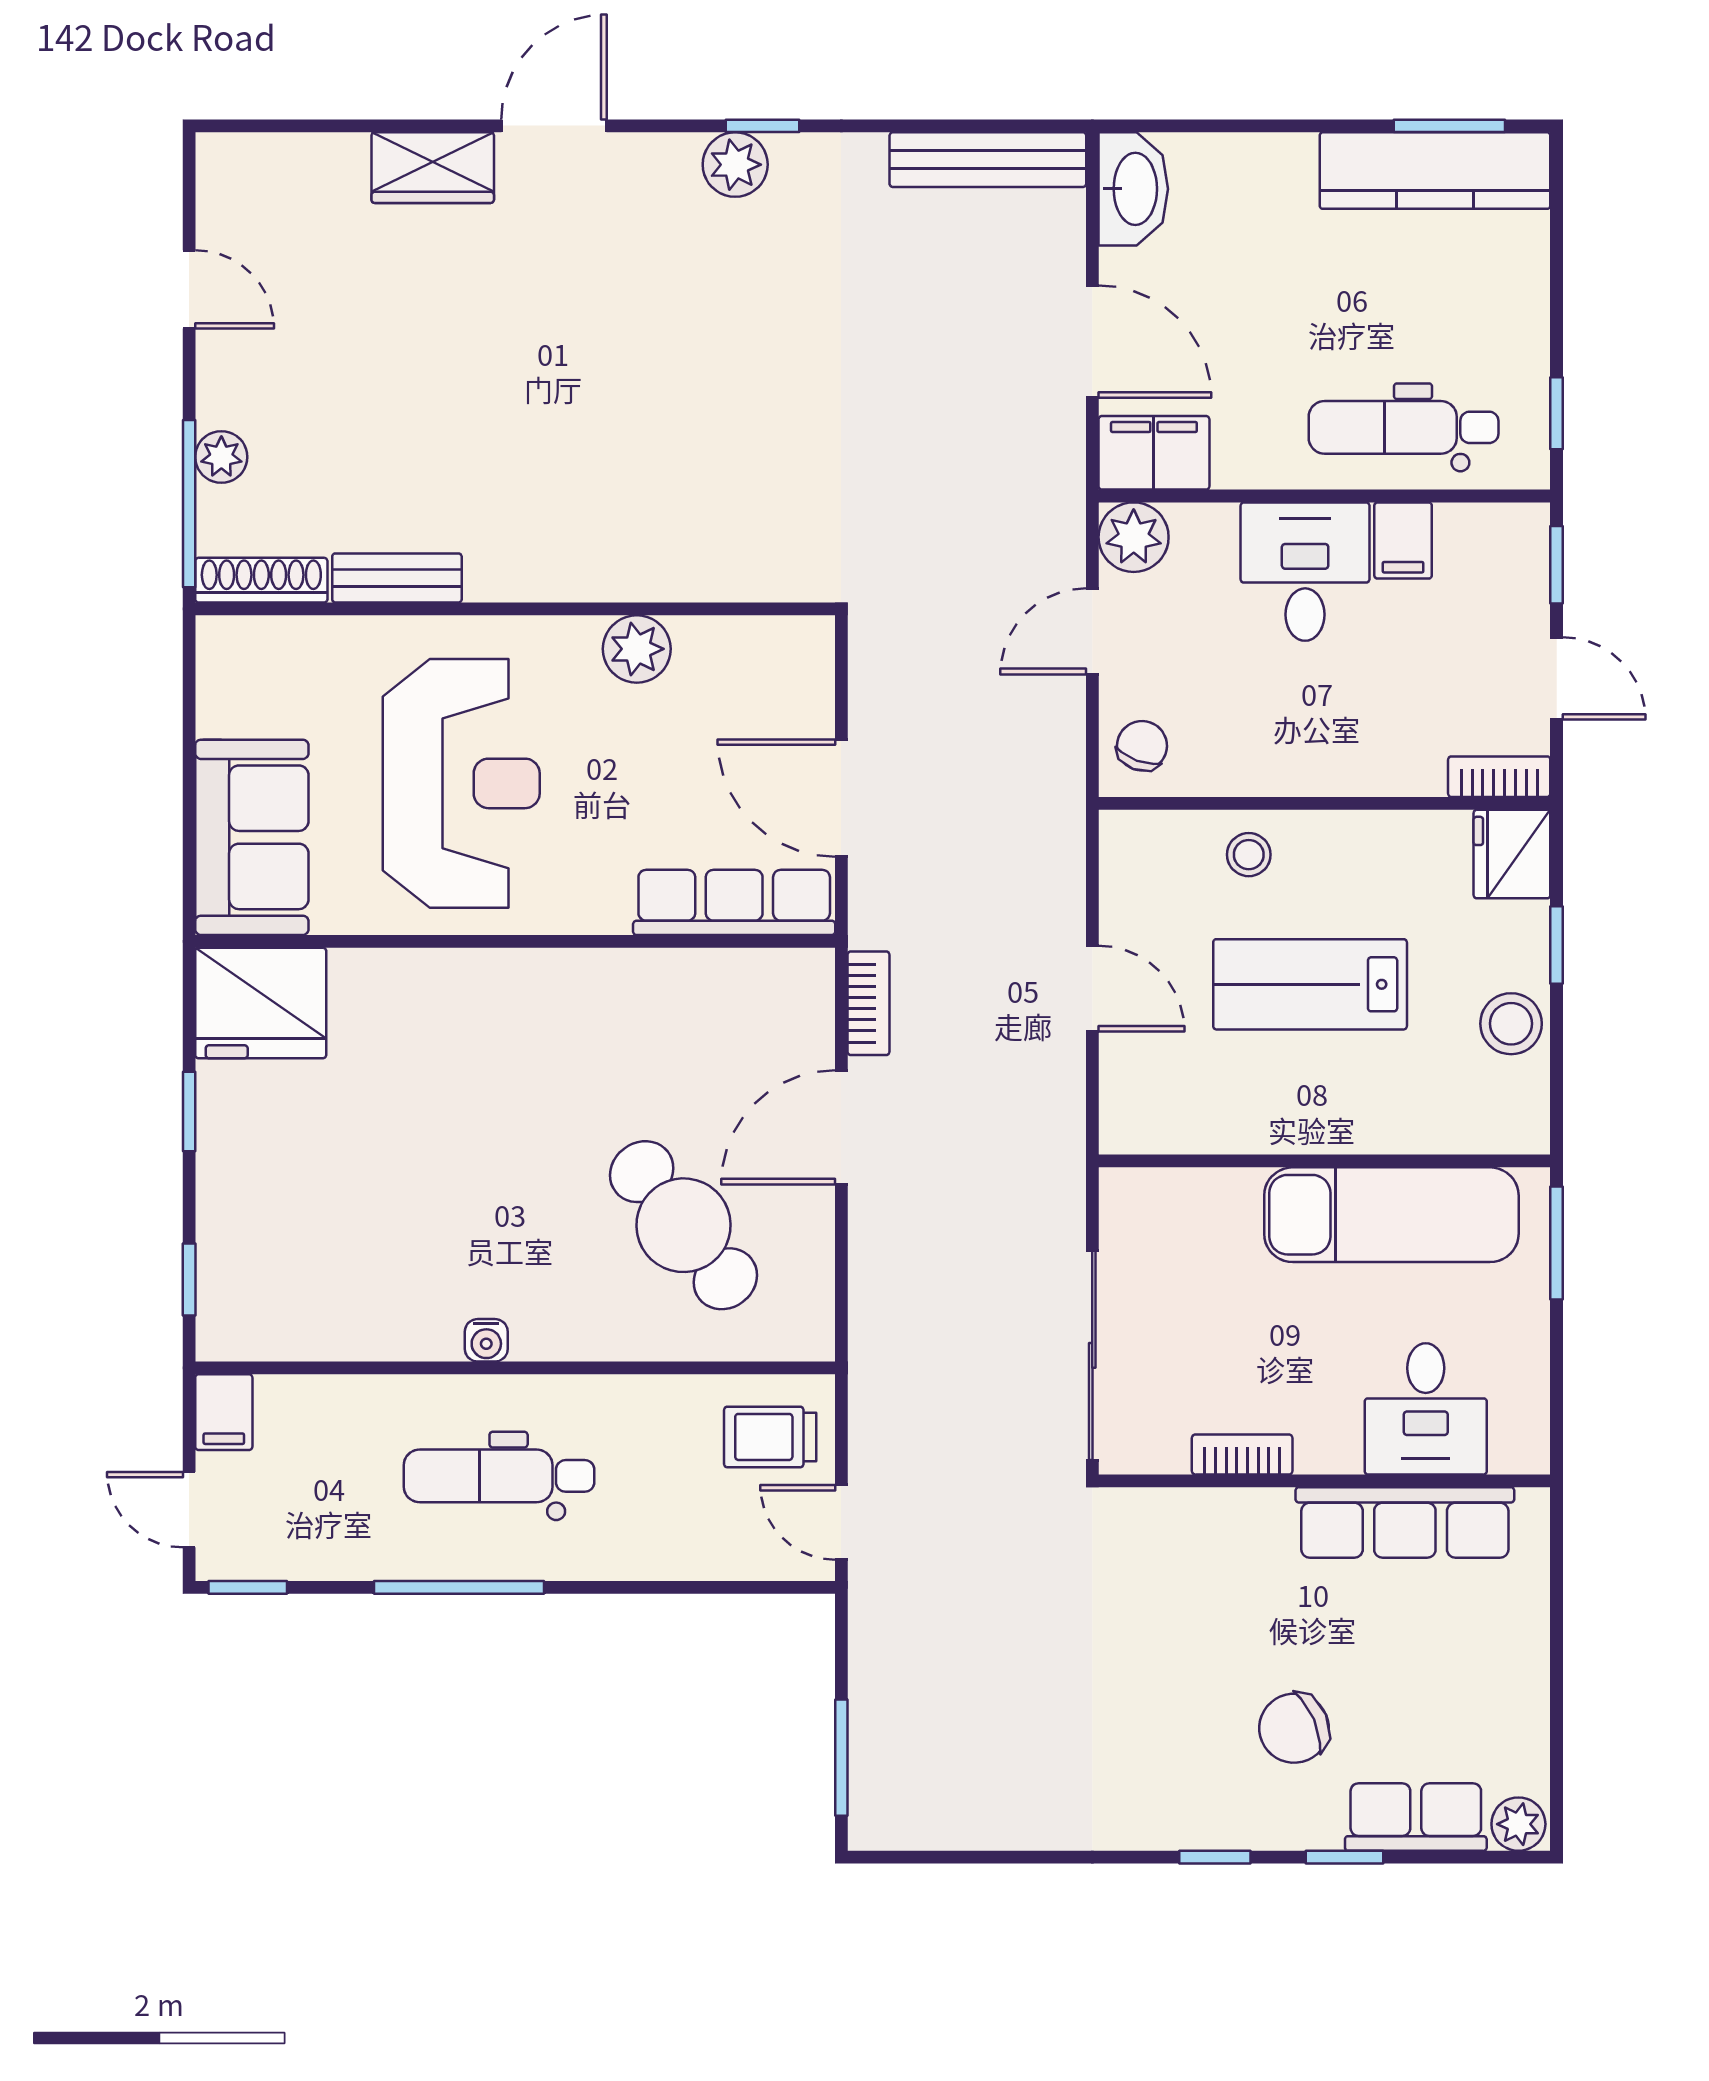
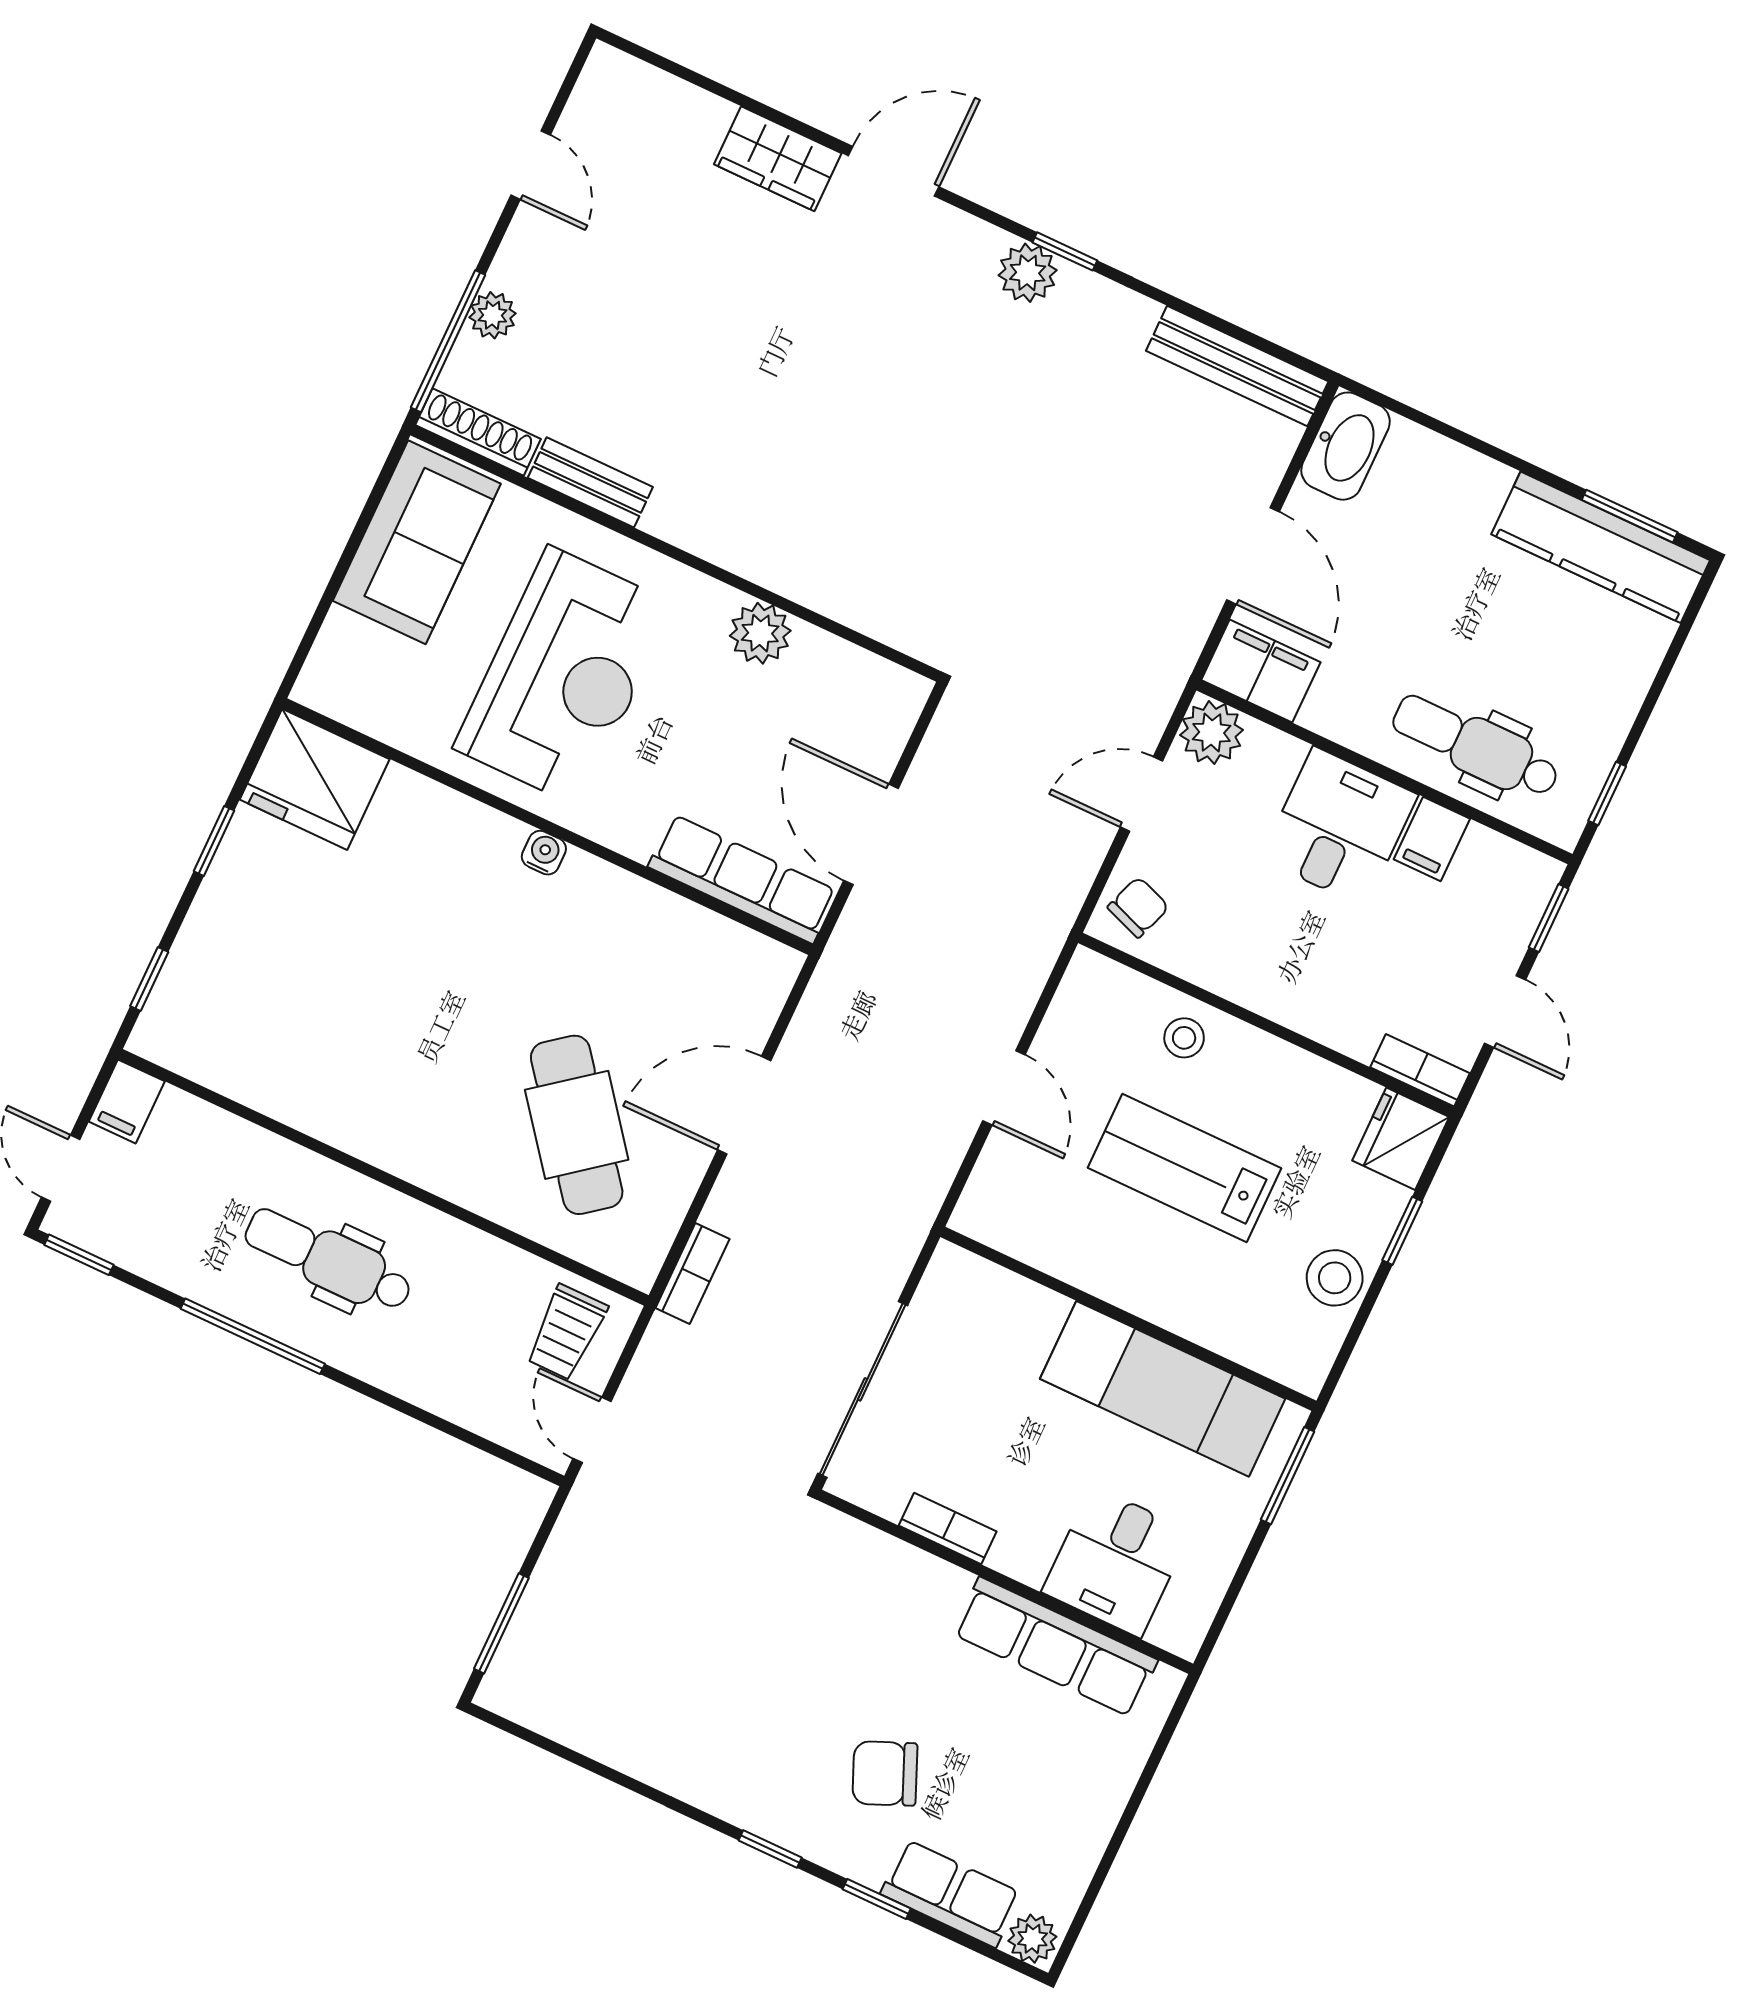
sofa: (252, 837) -> (417, 542), moved
bookcase: (868, 1003) -> (692, 1274), moved
water cooler: (486, 1340) -> (544, 853), moved, turned 180
trolley: (770, 1437) -> (566, 1332), turned -90

